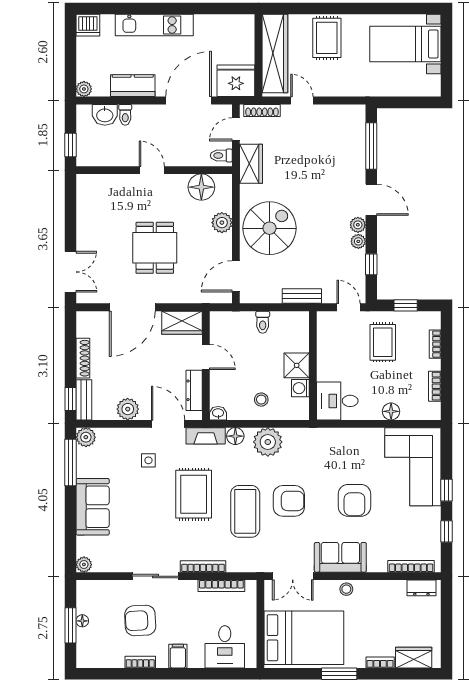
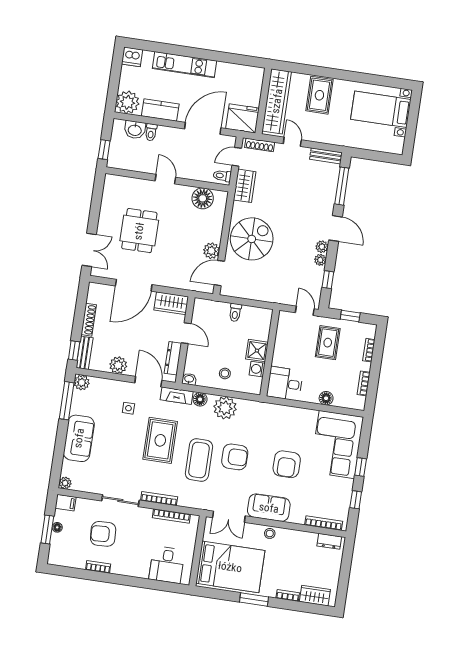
plant: (84, 89) -> (127, 102), width x1.88, depth x1.88
plant: (222, 223) -> (211, 251), moved
dining table: (155, 248) -> (139, 231), moved
bench: (302, 296) -> (326, 156), moved
filing cabinet: (178, 656) -> (66, 503), moved, turned 90

